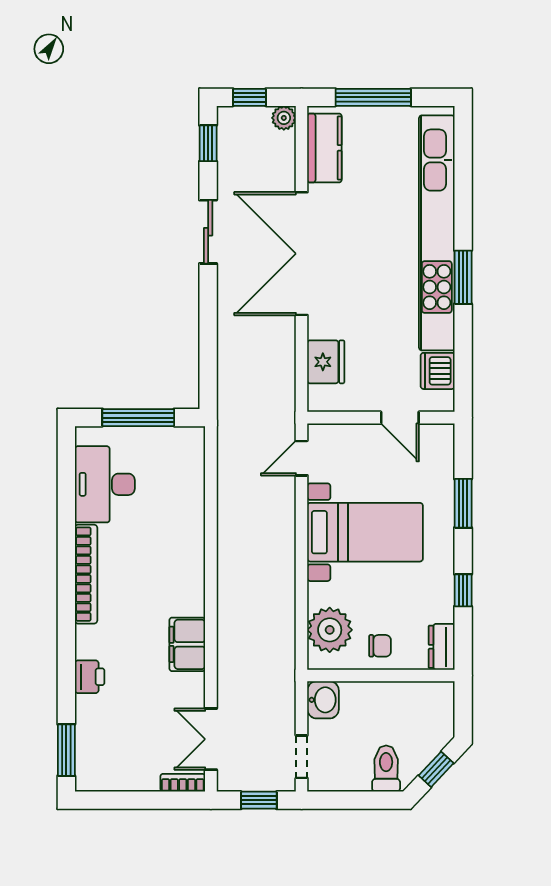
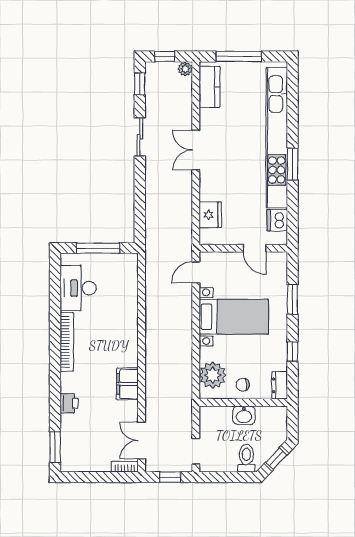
double door: (302, 254) -> (196, 150), width x0.54
chair: (380, 646) -> (243, 385), turned 180
washbasin: (323, 700) -> (244, 415), moved, turned 90

